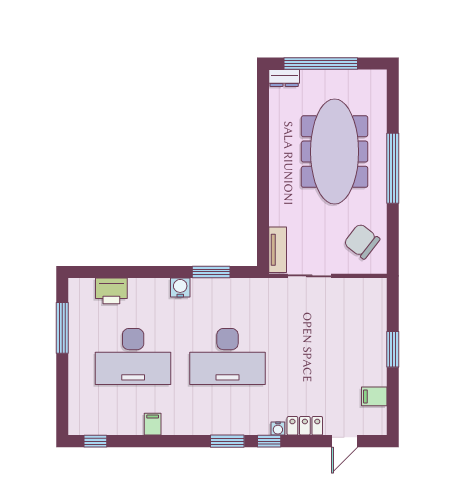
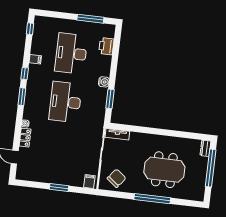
meeting table: (335, 152) -> (164, 170), width x0.73
filing cabinet: (374, 396) -> (89, 181), moved
window: (269, 441) -> (25, 74), moved

